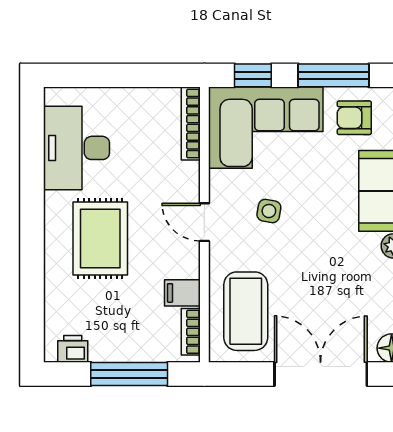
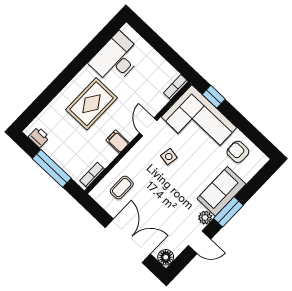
window: (333, 75) -> (246, 127), removed
bookcase: (191, 124) -> (176, 87), width x0.64
door: (204, 222) -> (148, 127), moved
filing cabinet: (182, 293) -> (118, 142), moved
coffee table: (246, 311) -> (122, 188), width x0.54, depth x0.58

